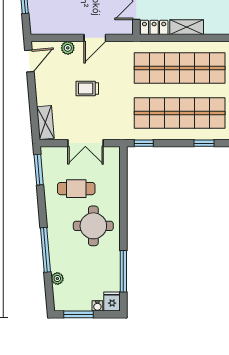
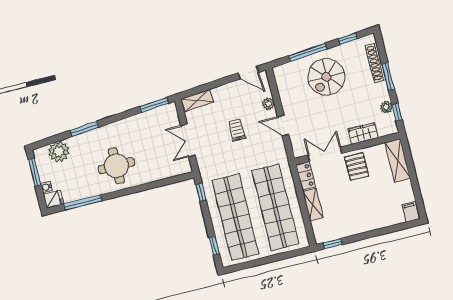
cafe table: (76, 189) -> (146, 142), removed
window: (46, 250) -> (84, 129), width x0.69
plant: (57, 279) -> (59, 152), width x1.87, depth x1.87

